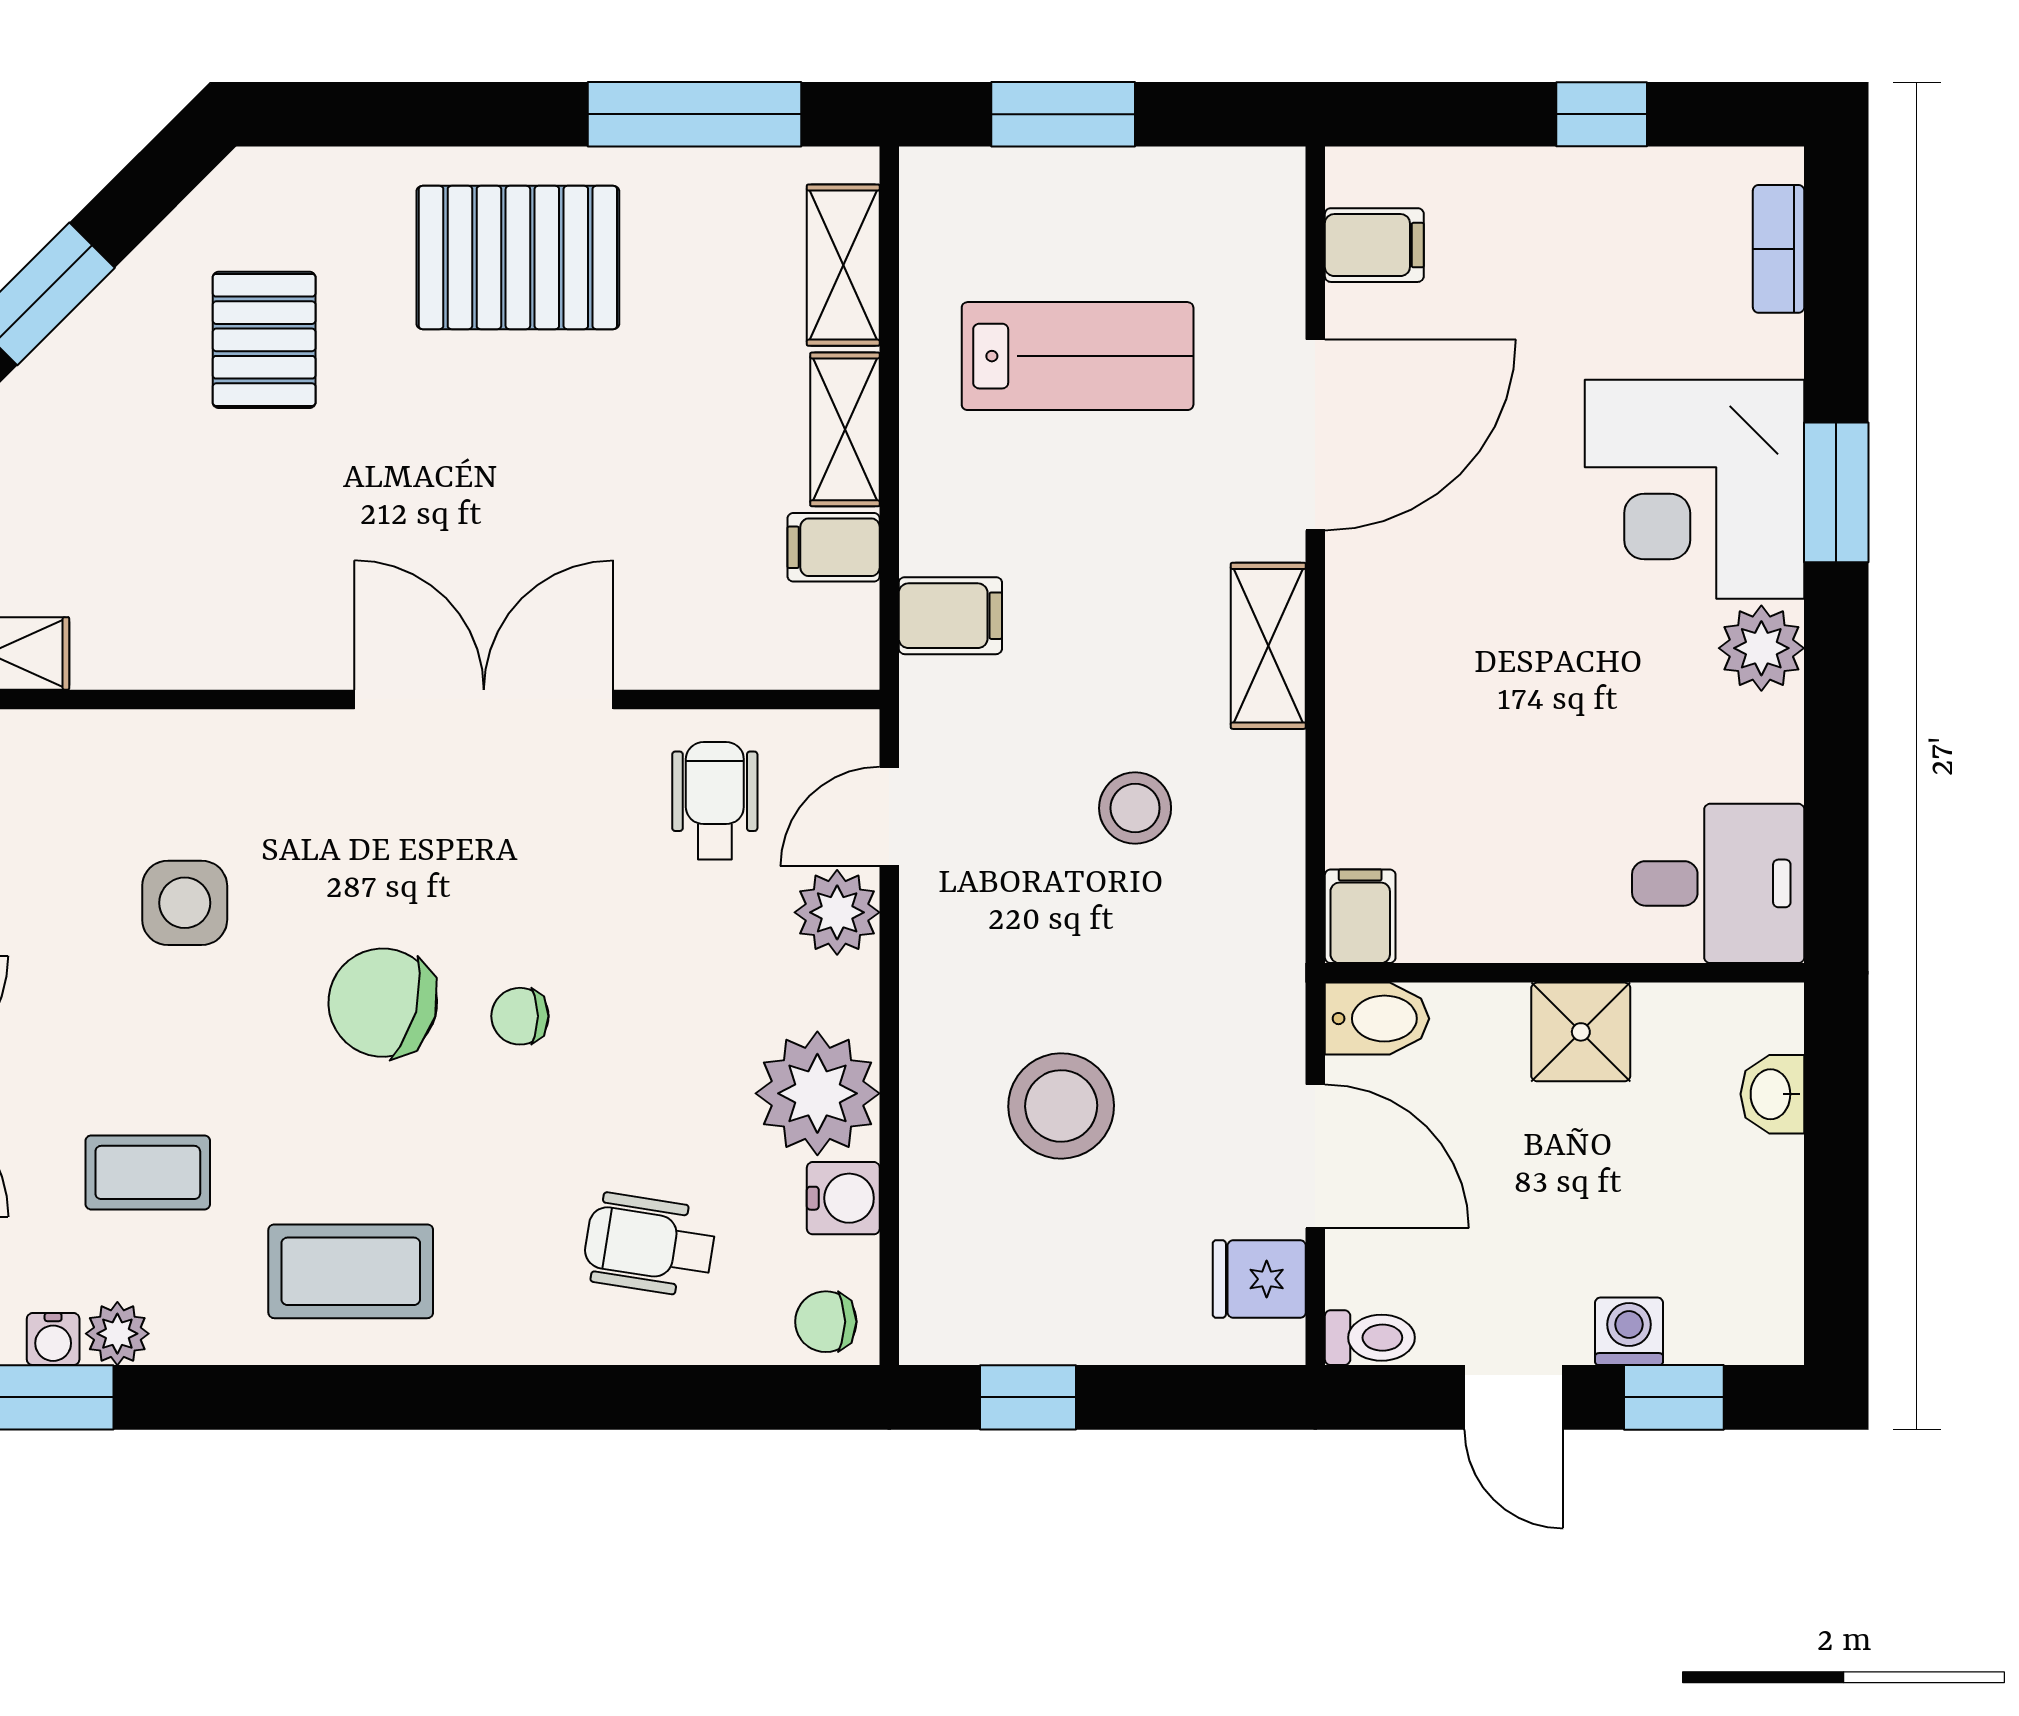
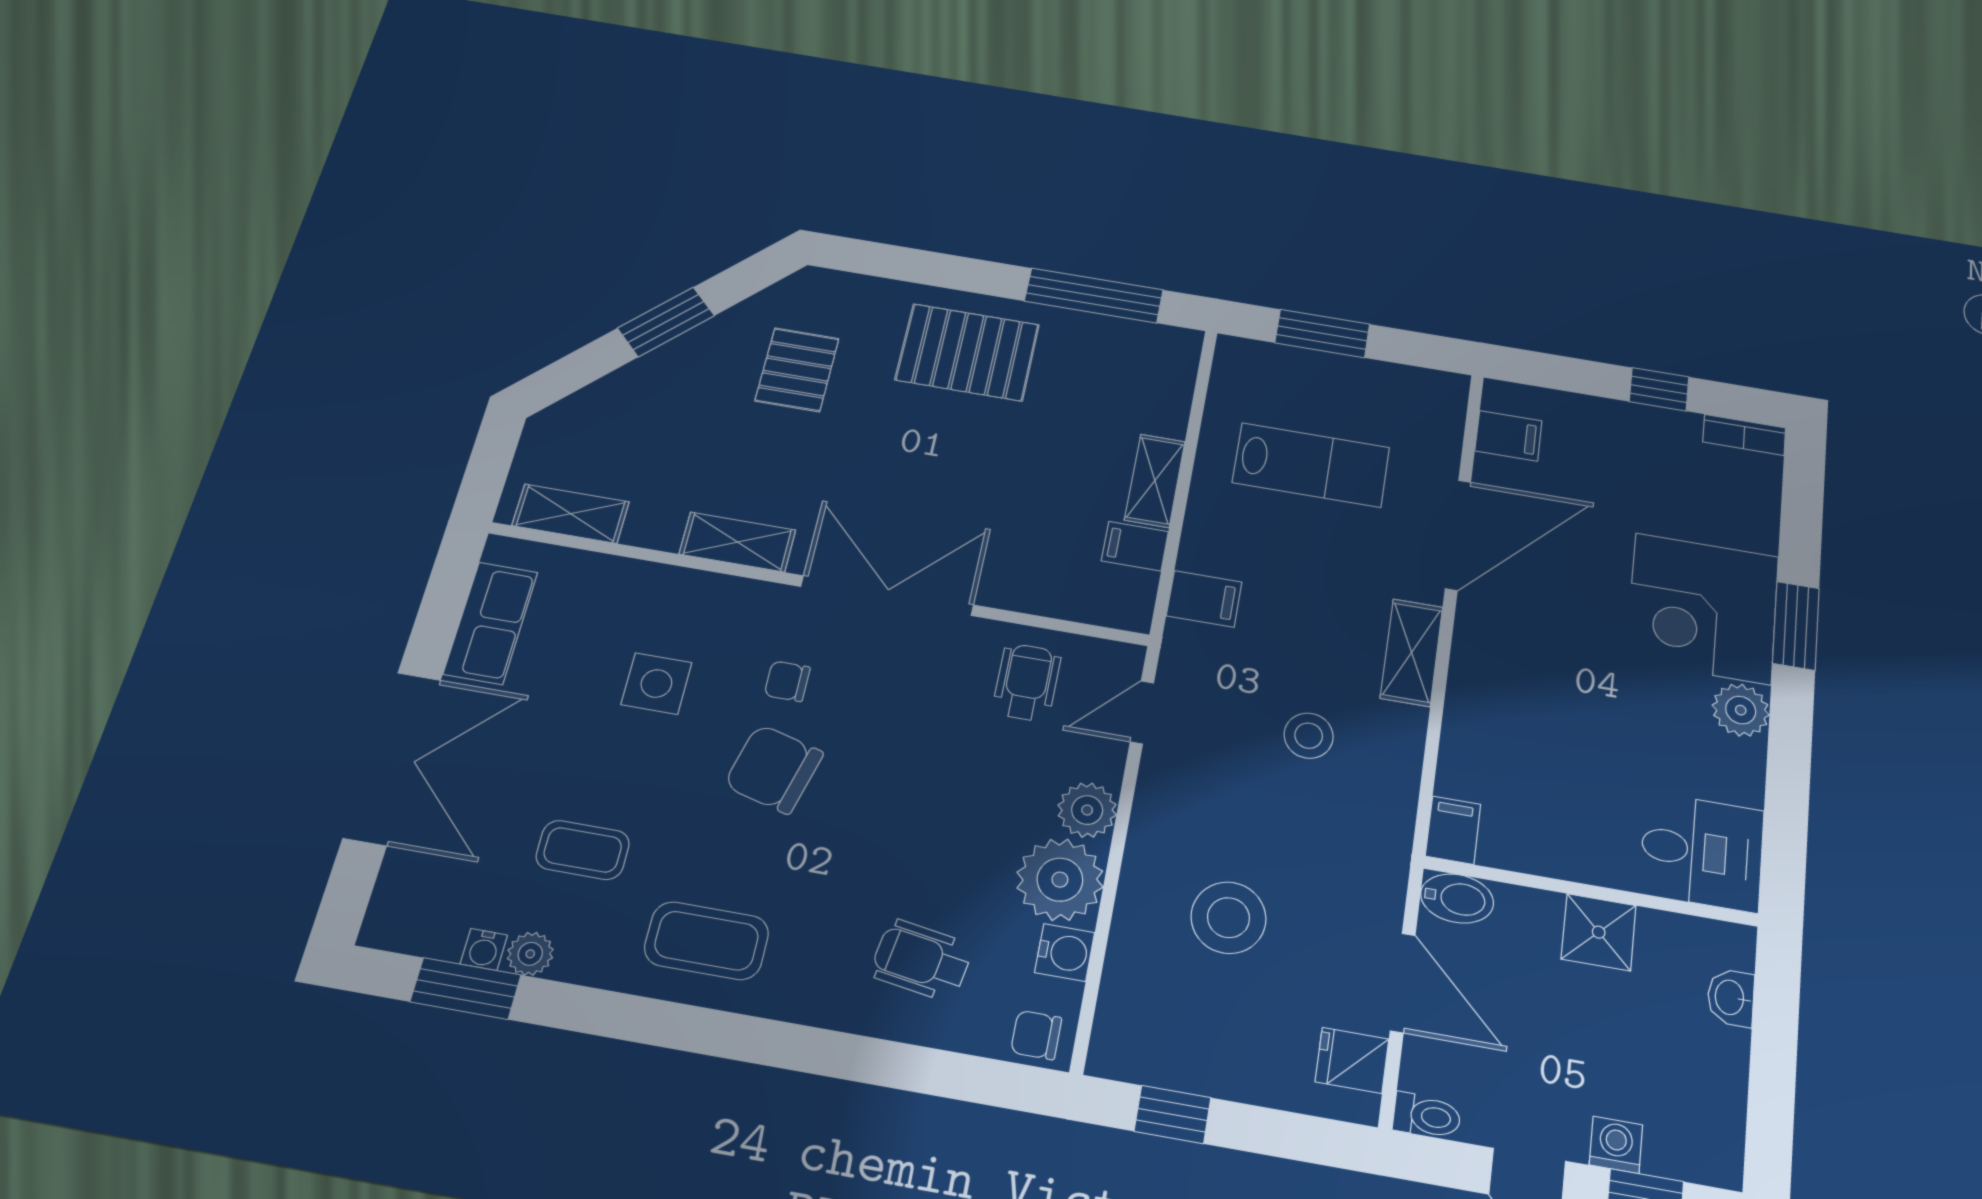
bookcase: (1779, 249) -> (1744, 435), moved, turned -90
shelving: (843, 265) -> (737, 542), moved, turned 90
plant: (837, 912) -> (1087, 810), moved
chair: (520, 1016) -> (787, 681), moved

